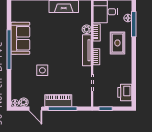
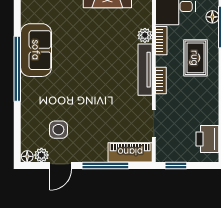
side table: (42, 70) -> (58, 130), moved
piano: (58, 101) -> (130, 152), moved
door: (35, 109) -> (61, 166), hinge flipped

